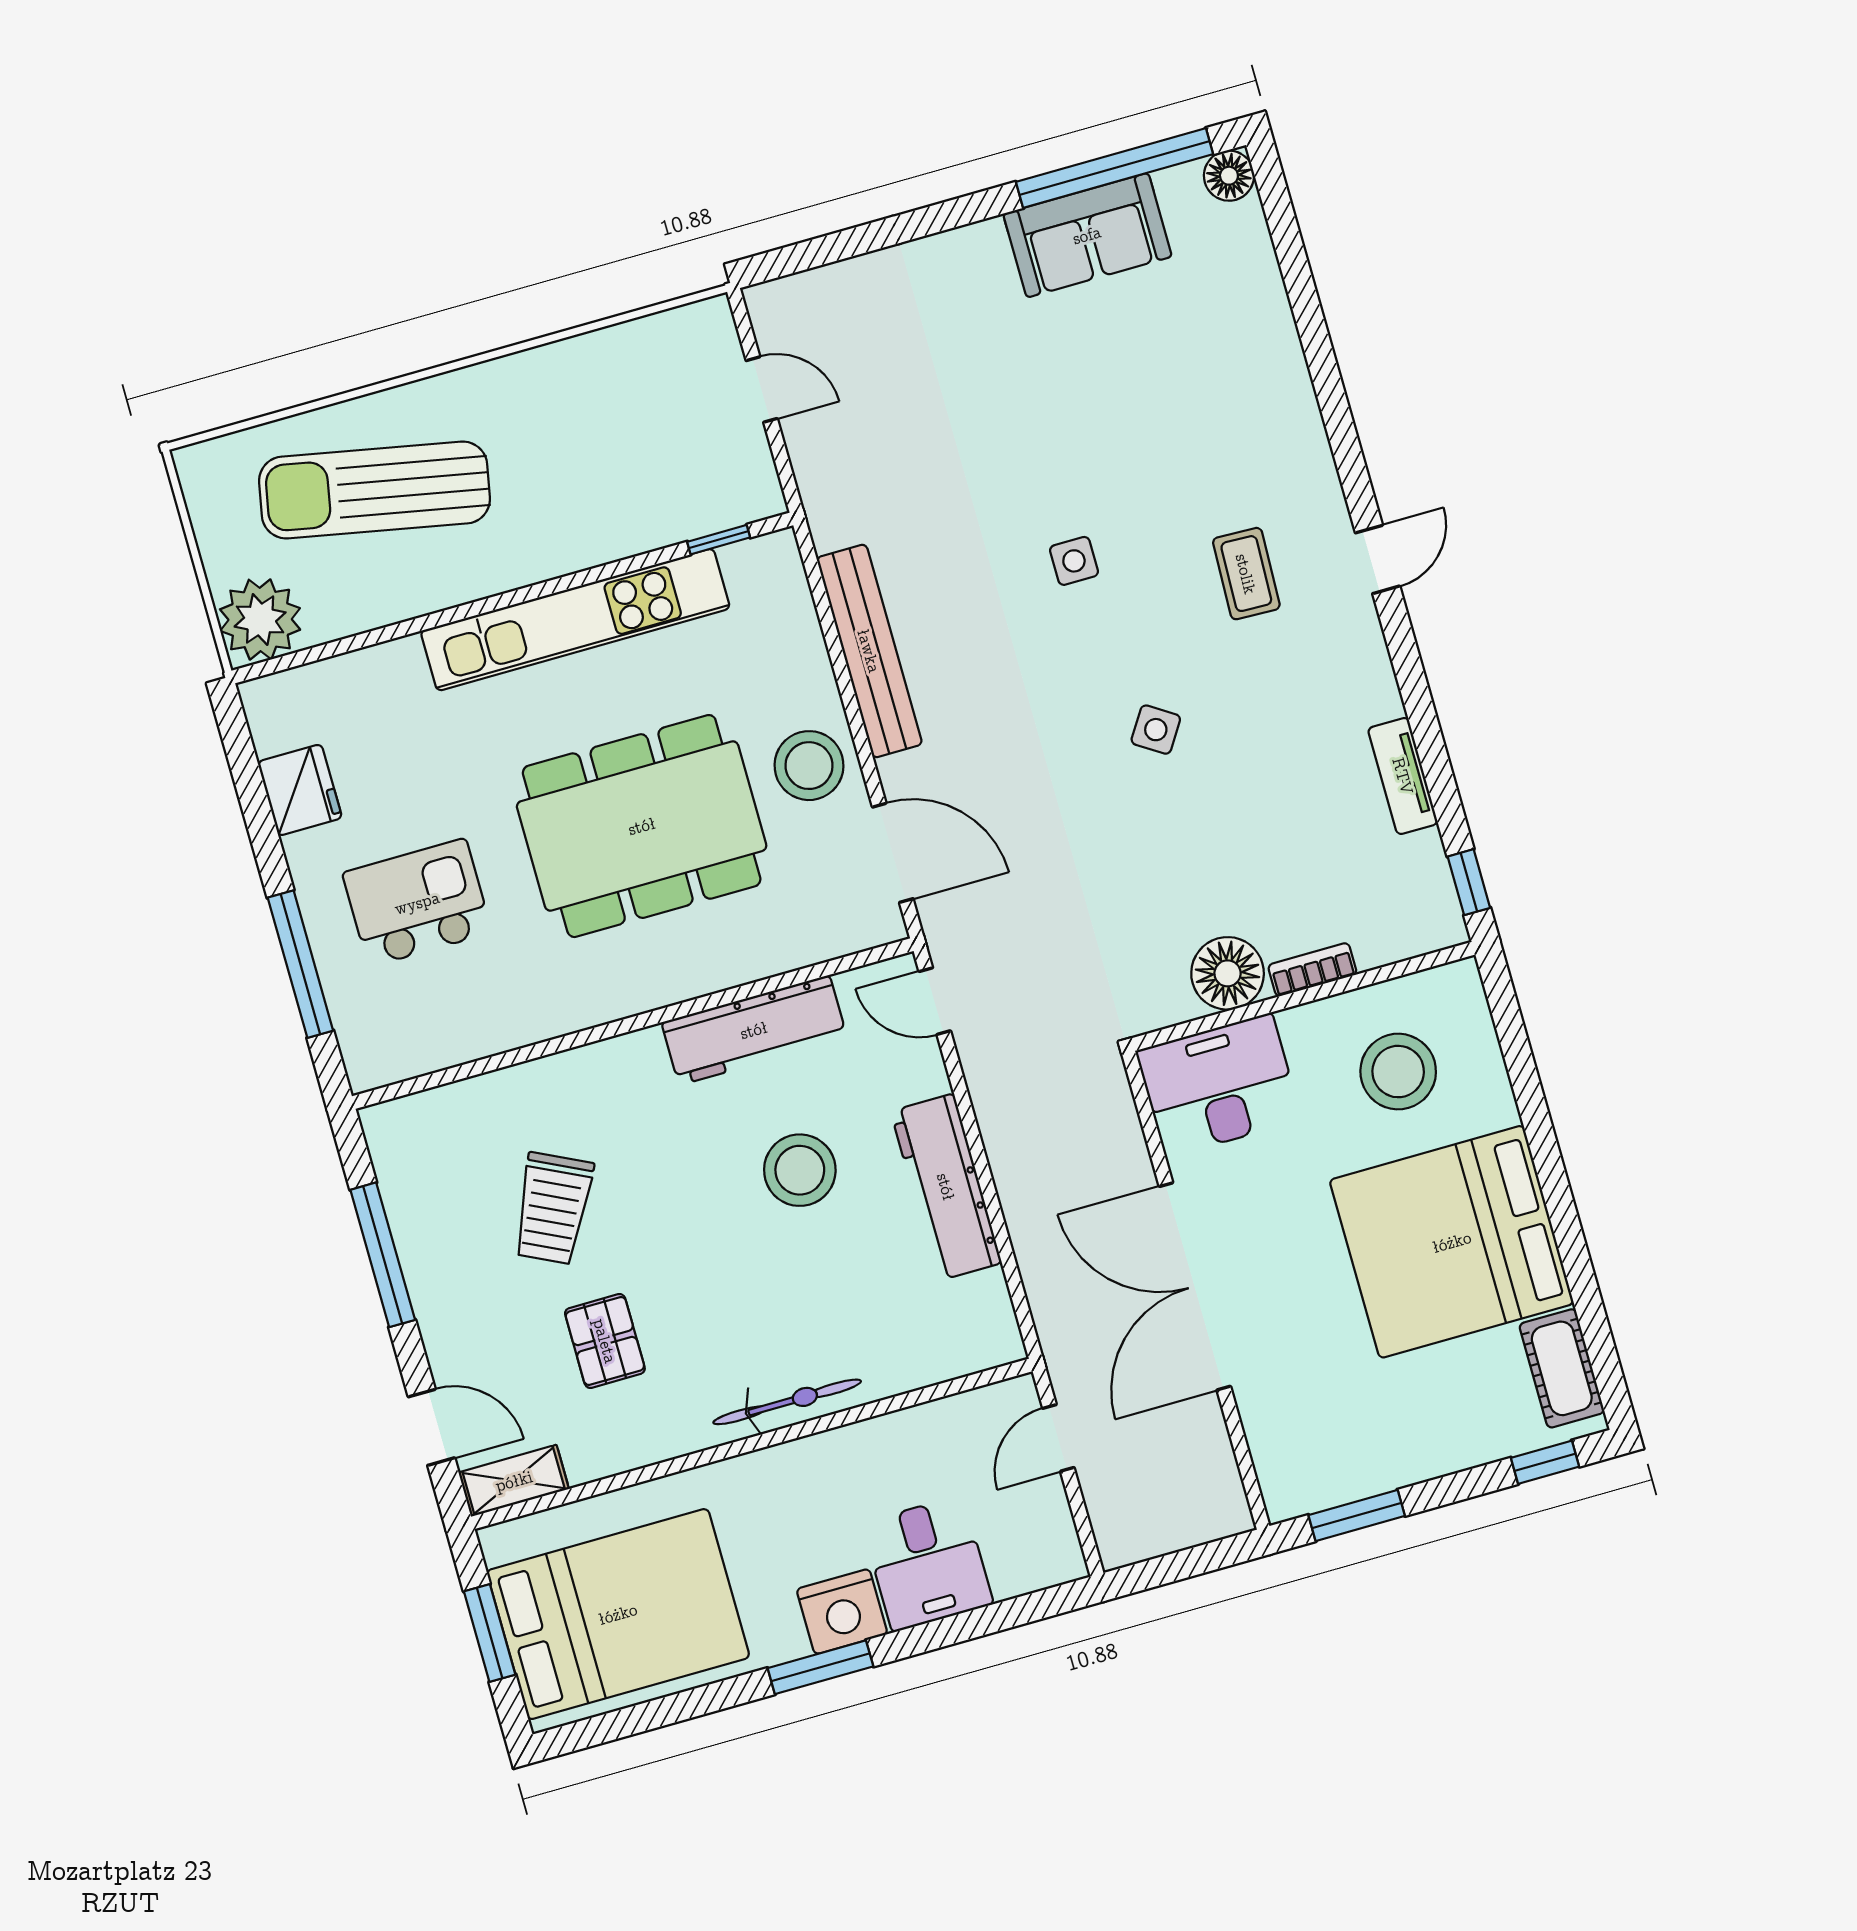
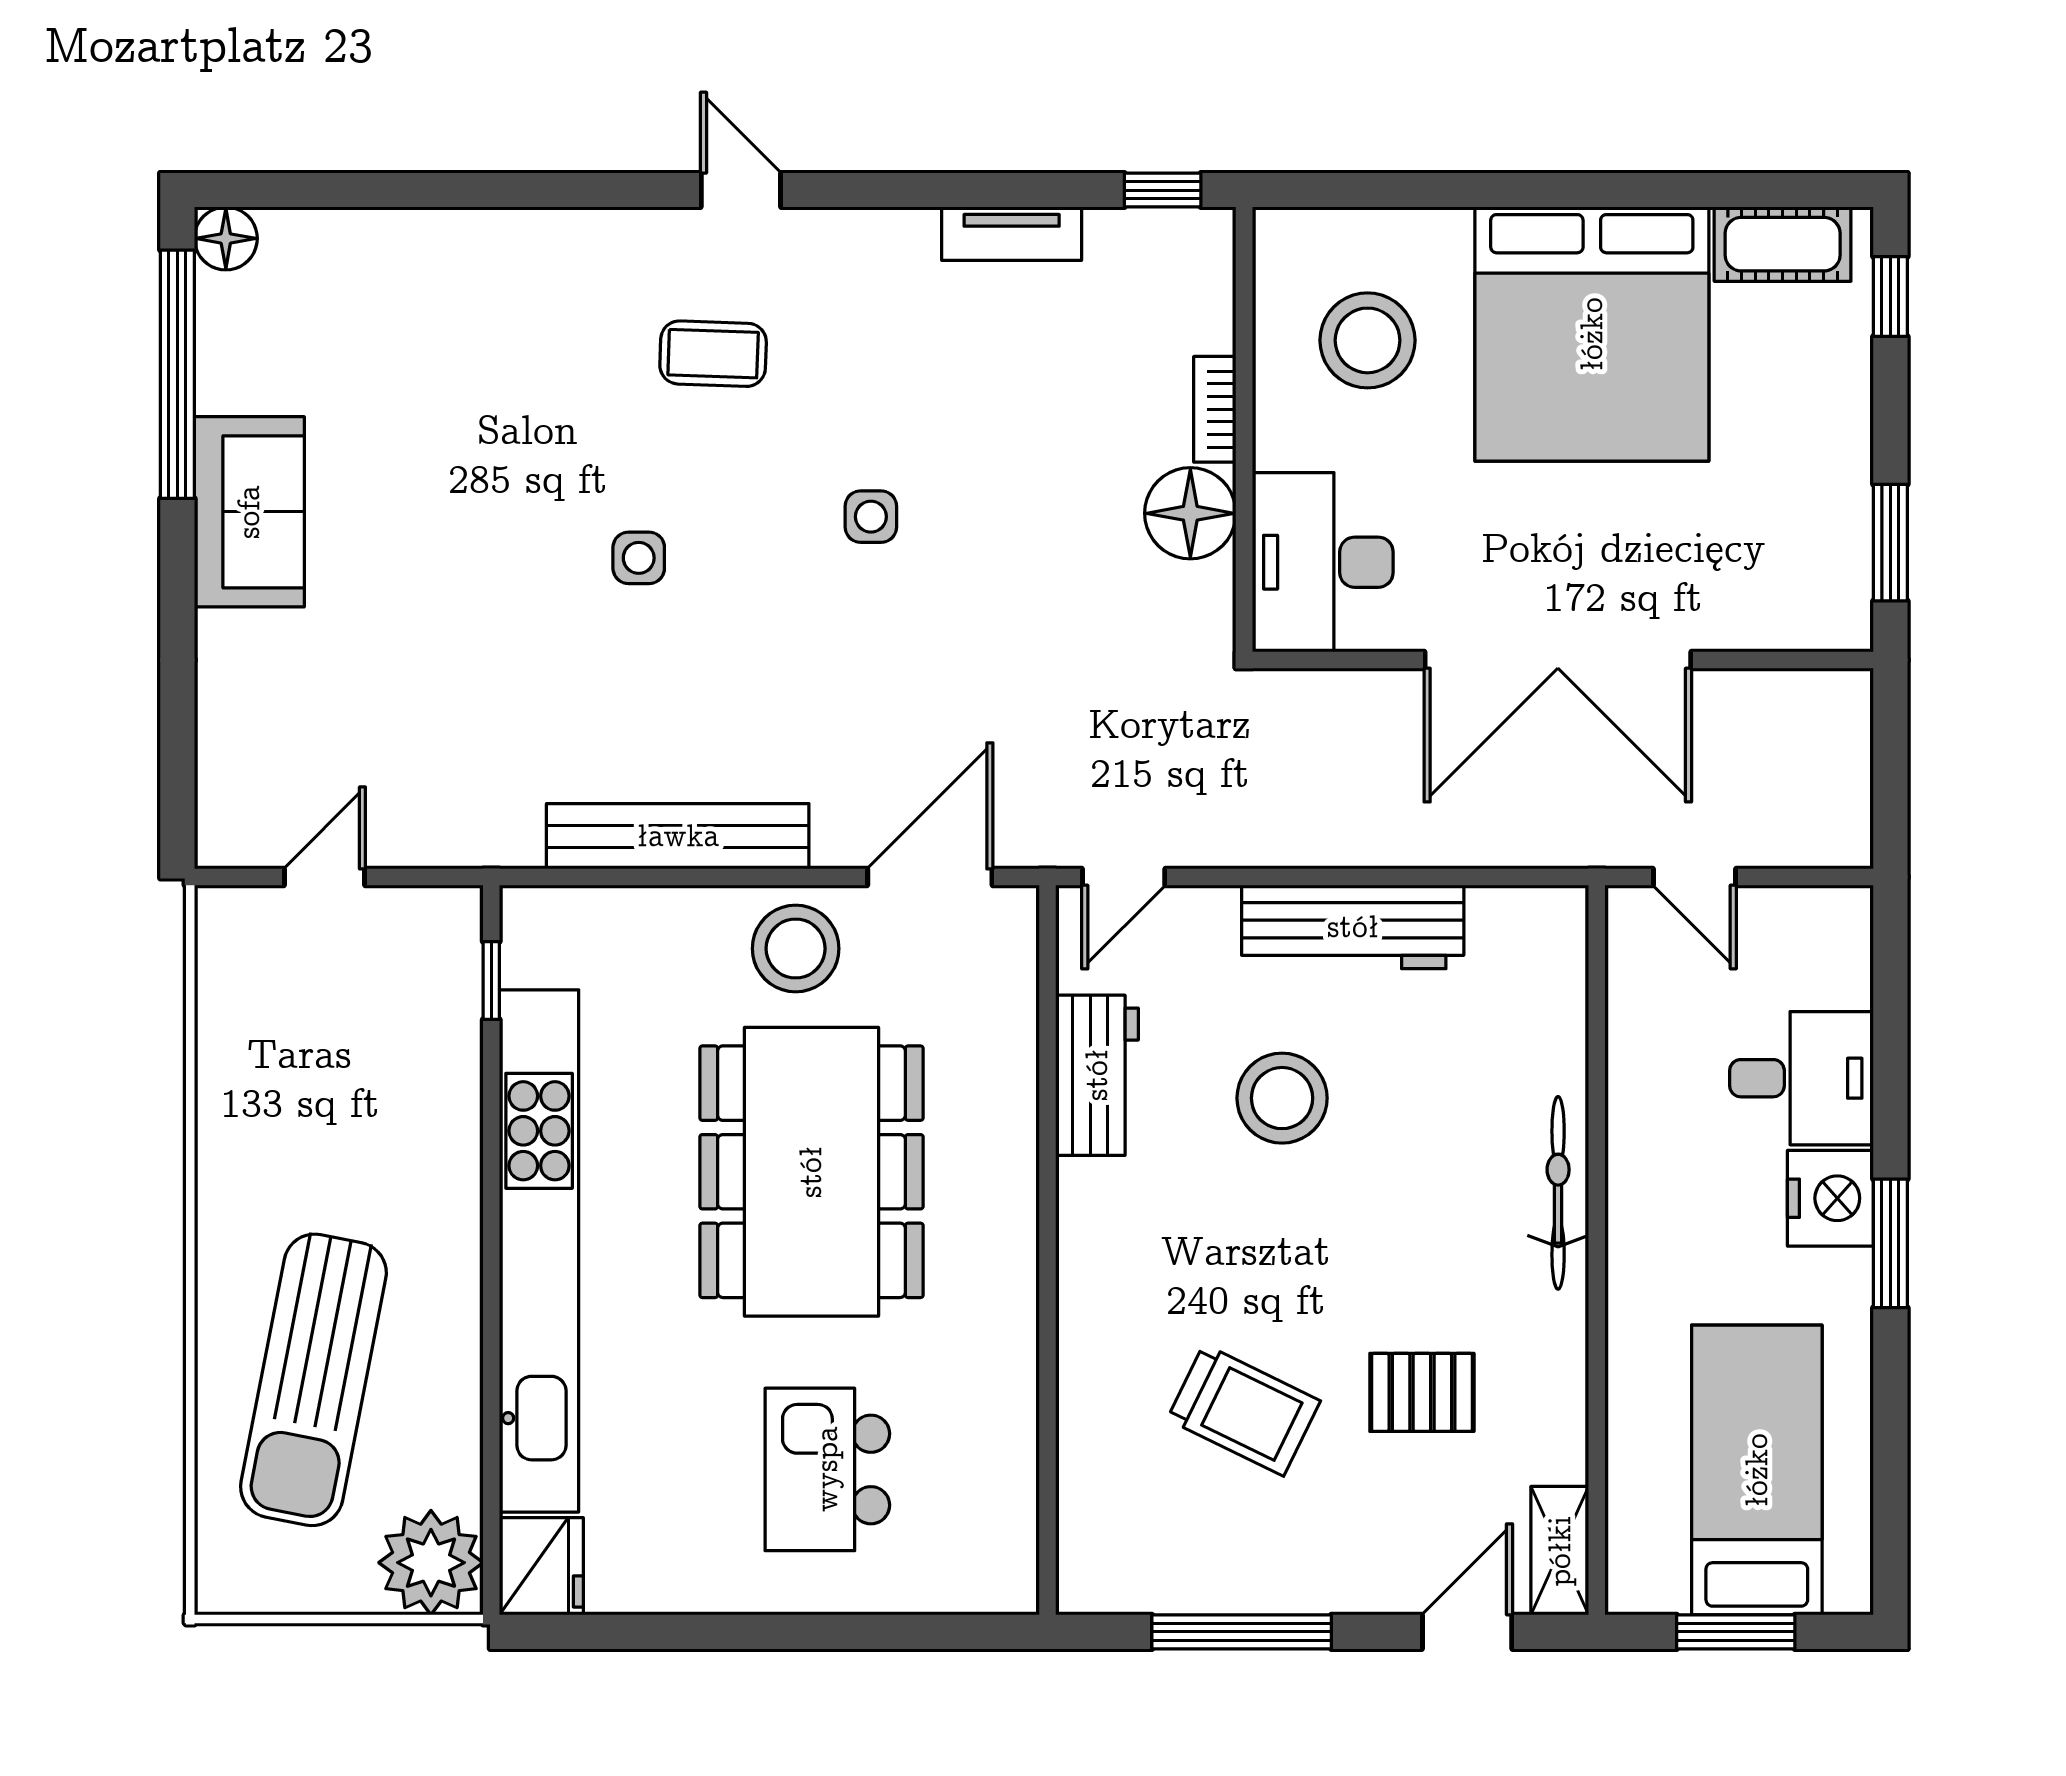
sofa: (1087, 235) -> (249, 512), moved
kitchen unit: (575, 620) -> (539, 1251), width x1.36
side table: (1156, 730) -> (871, 517), turned -33
fridge: (300, 790) -> (541, 1566), moved, turned 90
window: (300, 964) -> (862, 1632), removed
workbench: (754, 1030) -> (1097, 1075), width x0.73
bed: (618, 1614) -> (1757, 1470), width x0.67

